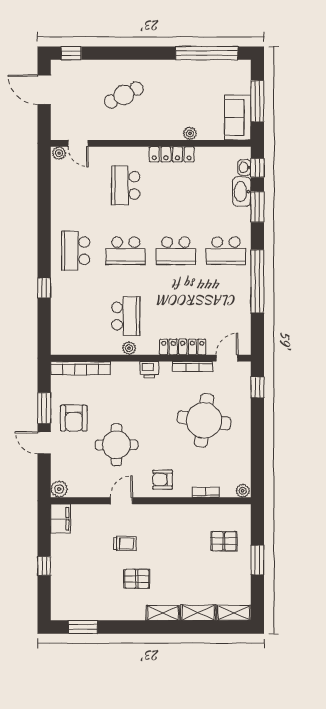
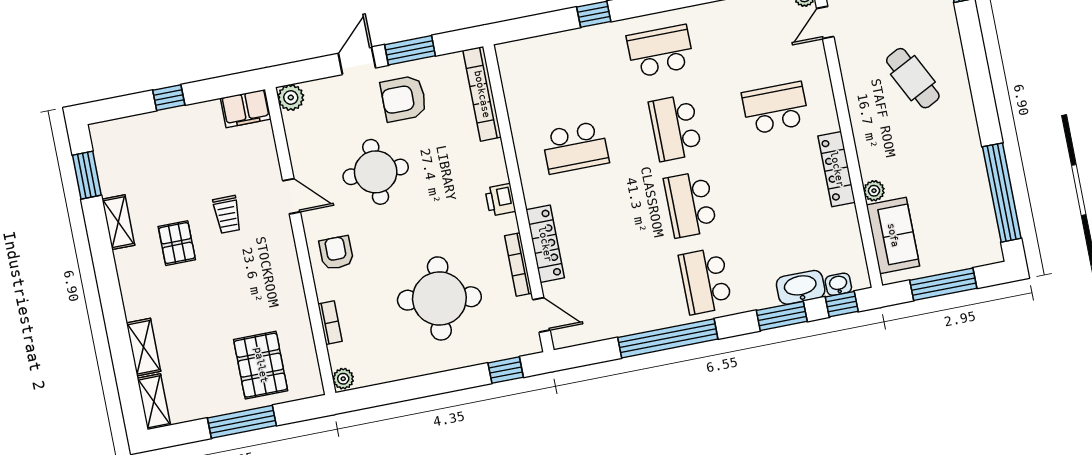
sofa: (238, 117) -> (893, 235), moved, turned 90
plant: (129, 348) -> (527, 162), removed
pallet: (224, 541) -> (261, 365), width x1.50, depth x1.42
window: (257, 560) -> (242, 422), width x1.44
shelving: (163, 613) -> (118, 222), moved

